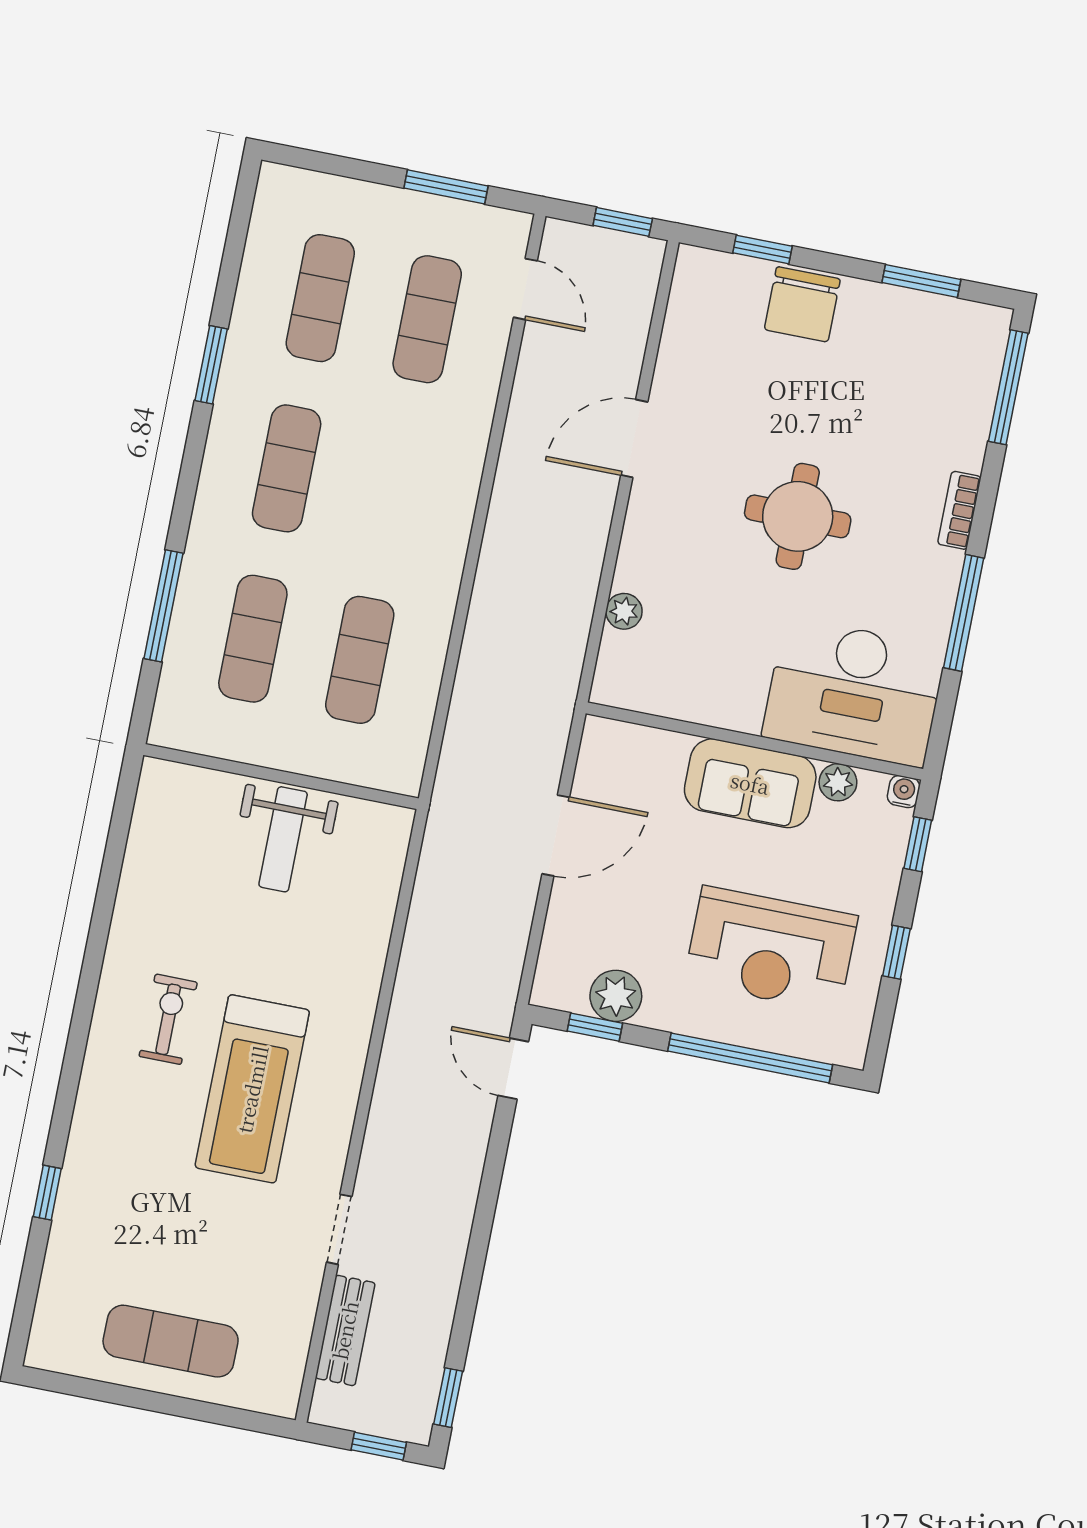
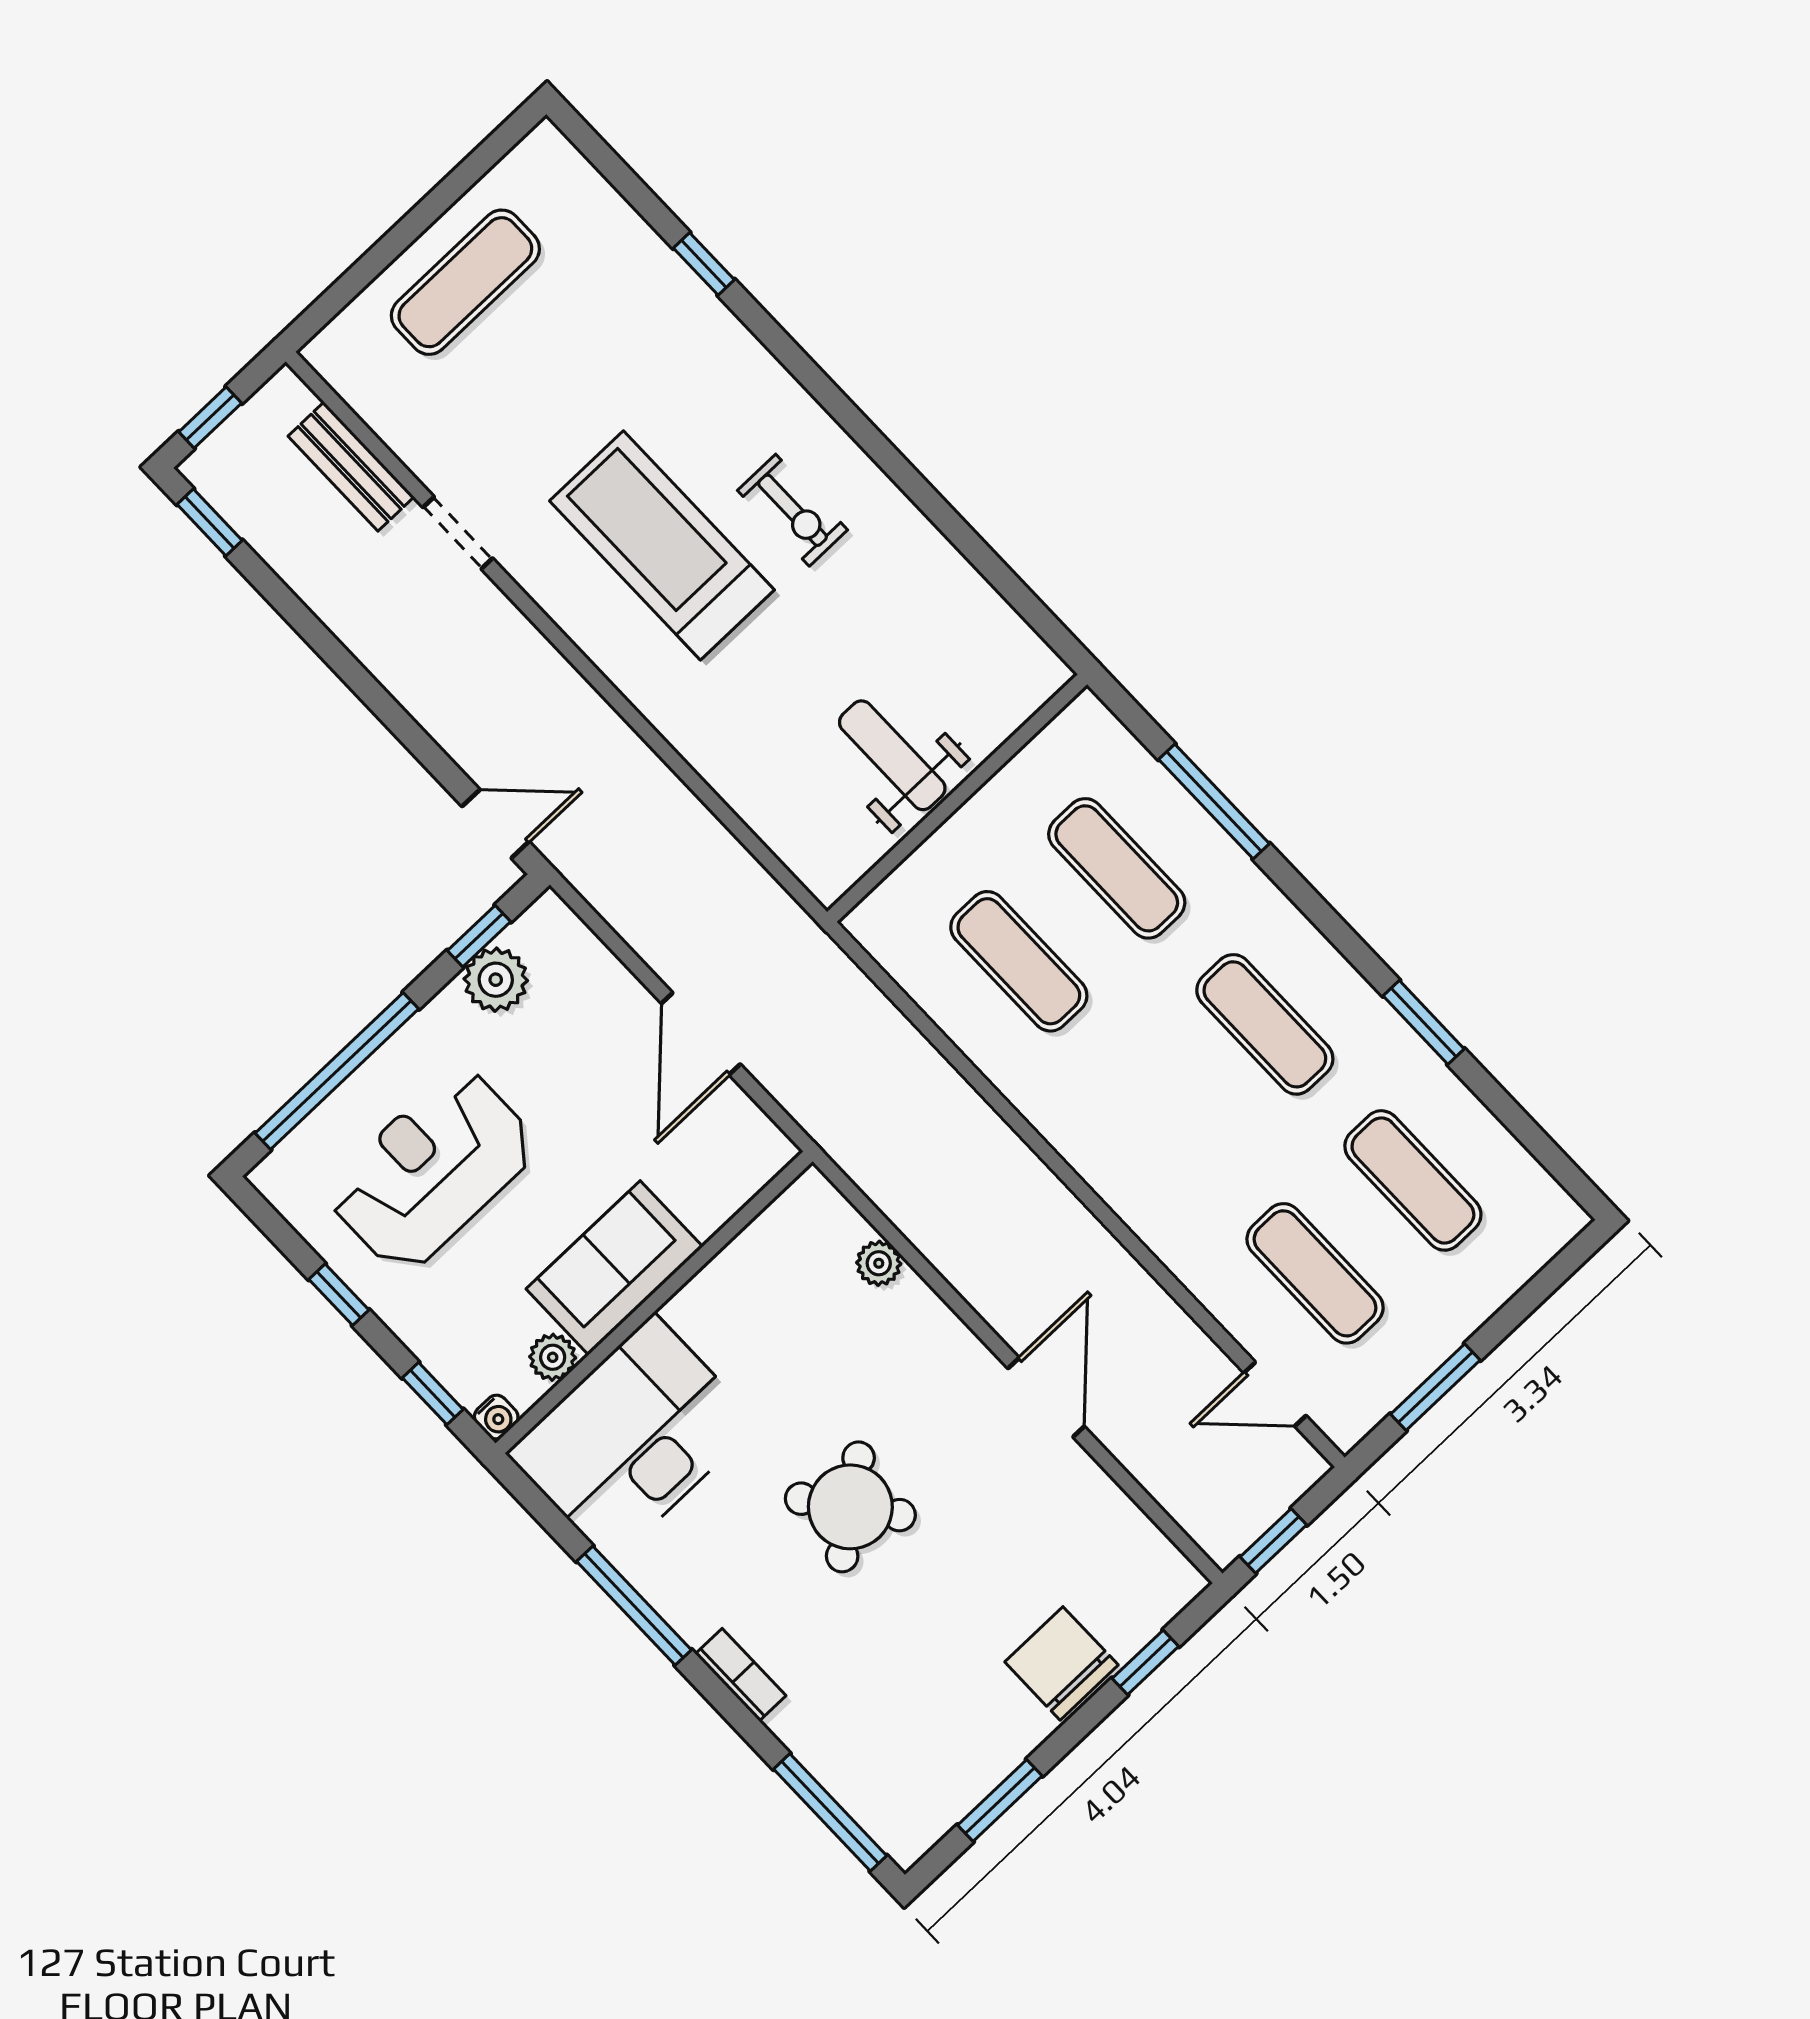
round table: (798, 516) -> (850, 1507), turned -37

